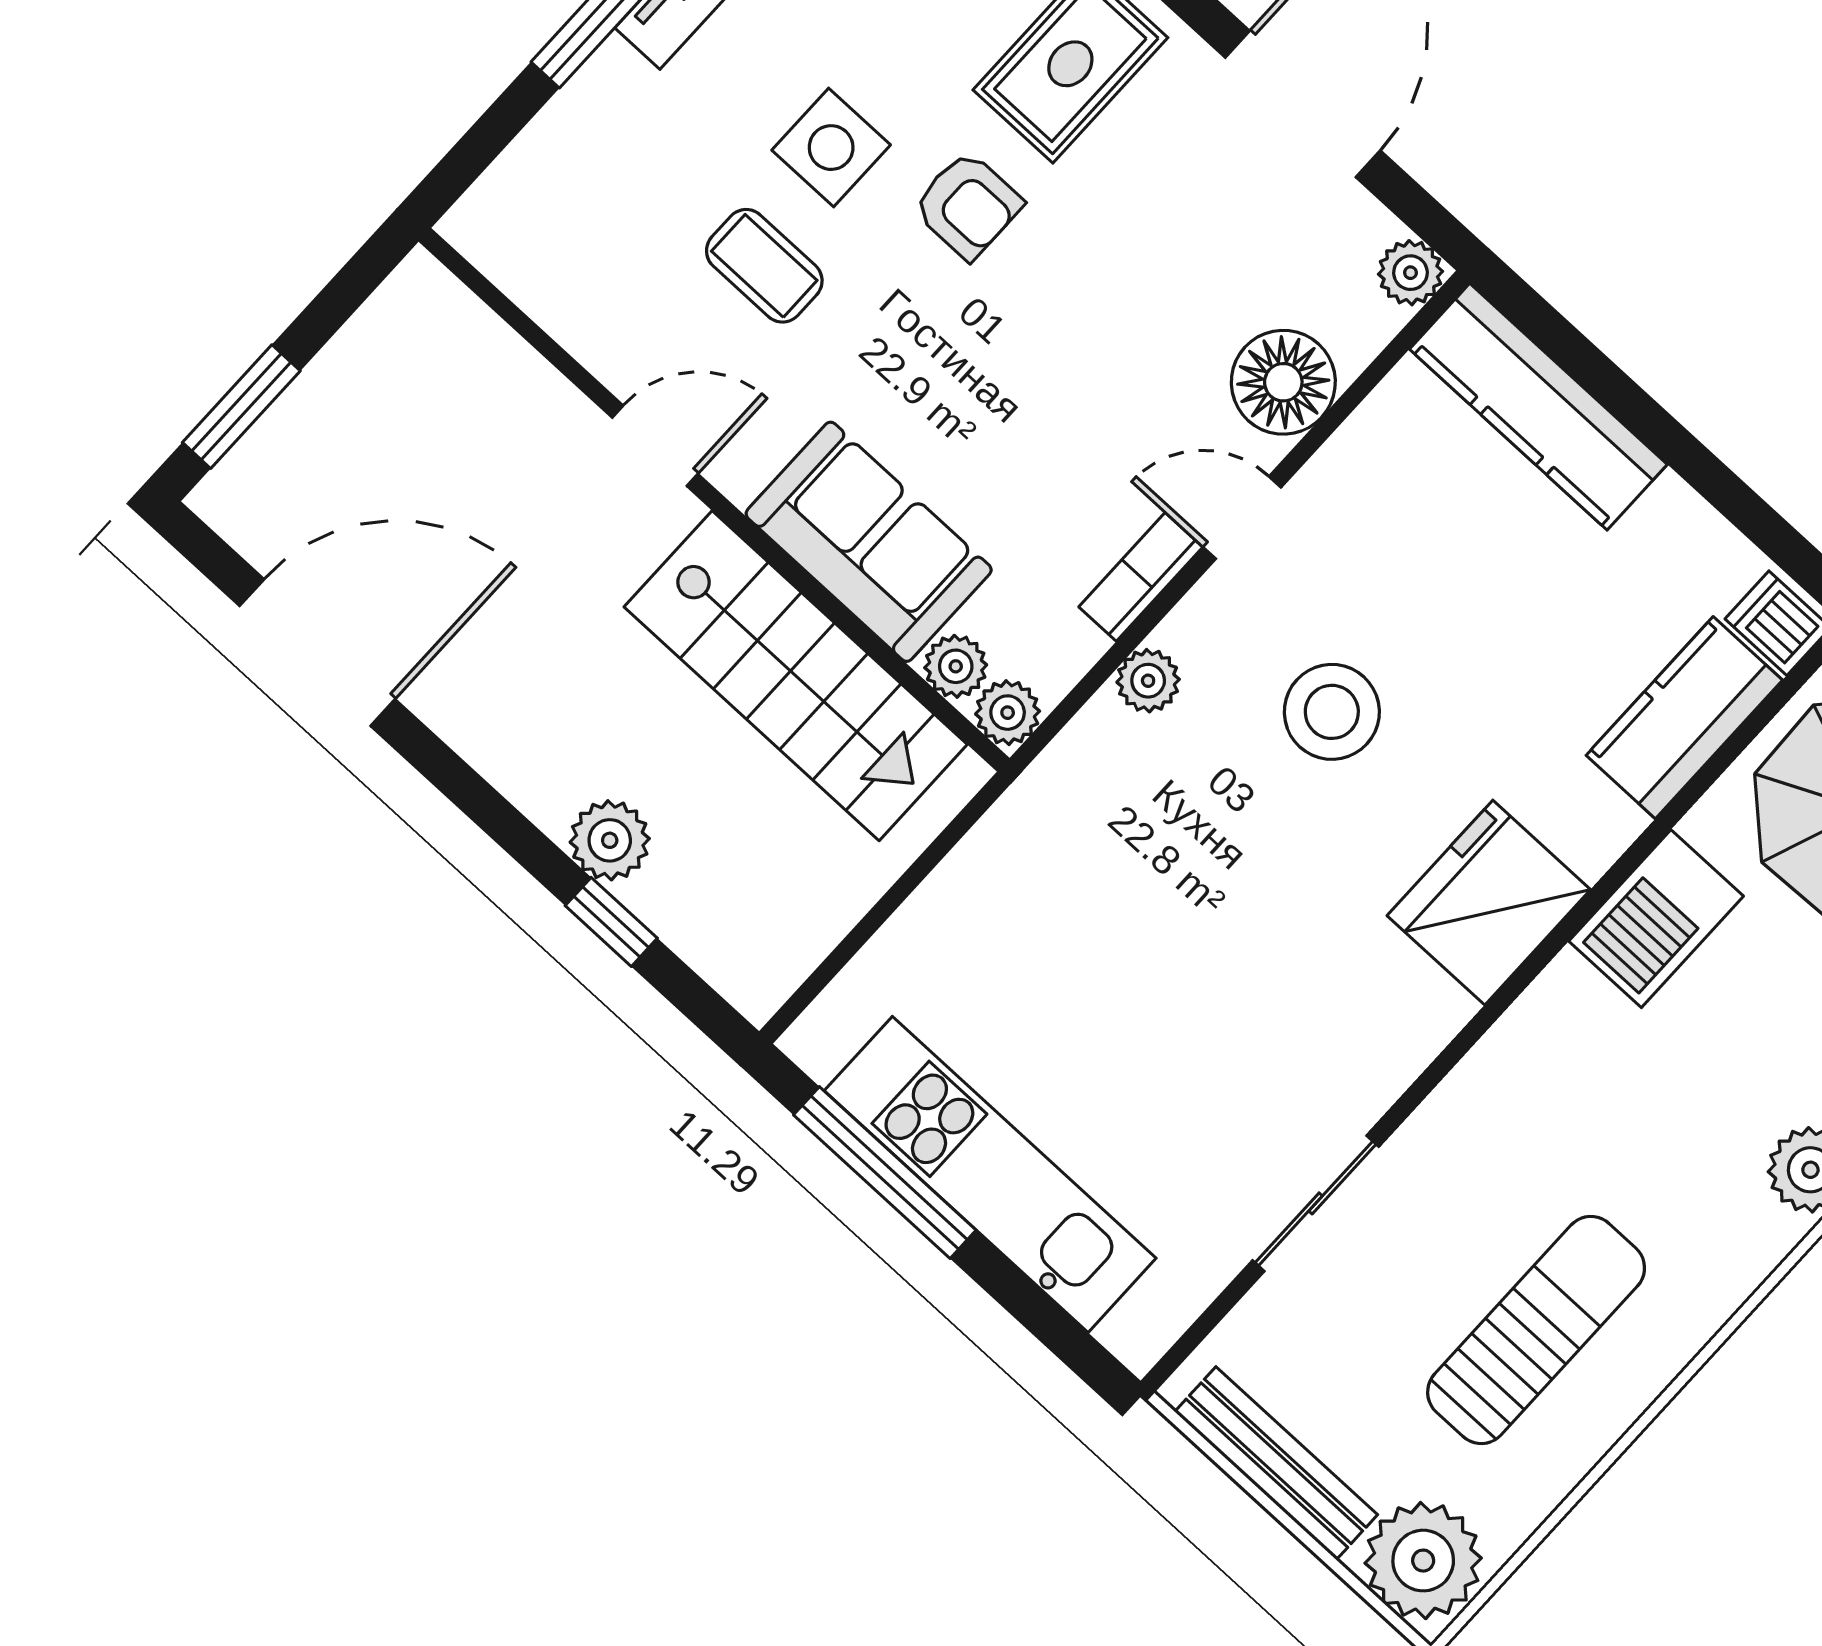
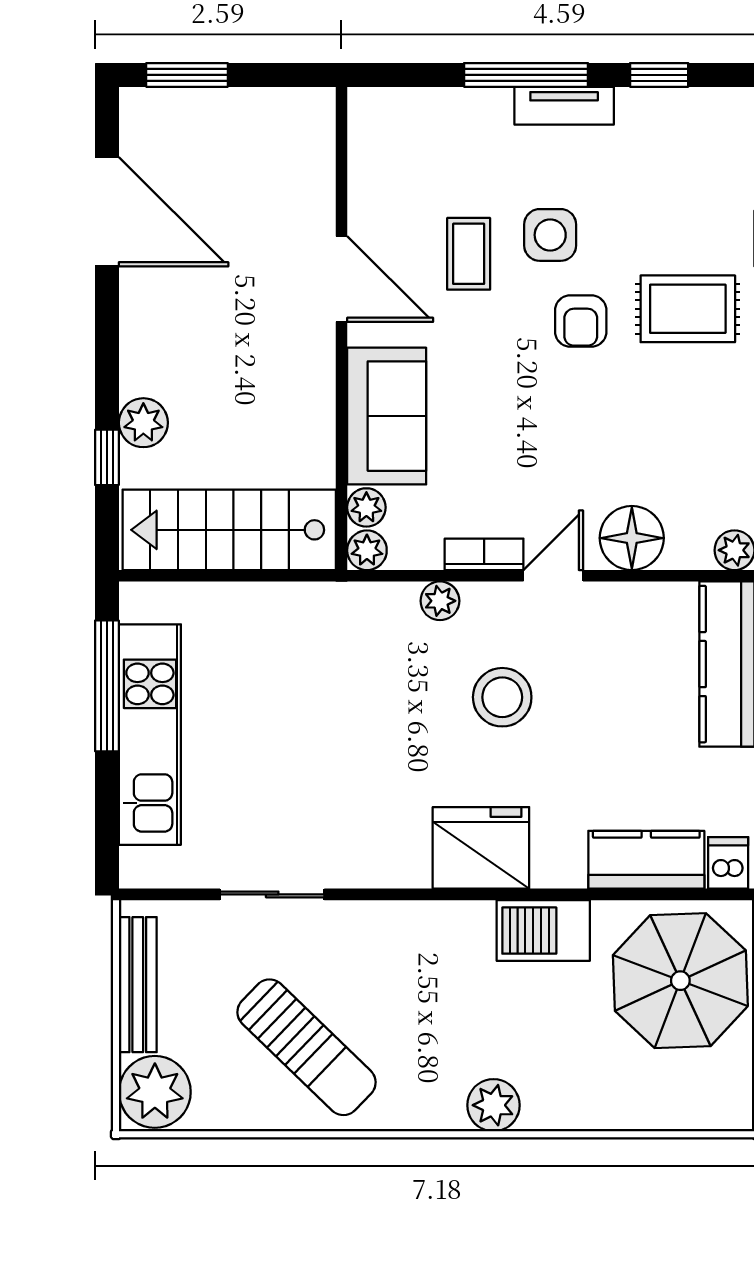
door: (655, 446) -> (341, 279), width x1.38
door: (1242, 518) -> (553, 576), hinge flipped
stairs: (796, 676) -> (229, 530), moved, turned 90
sun lounger: (1536, 1330) -> (306, 1047), turned 44

